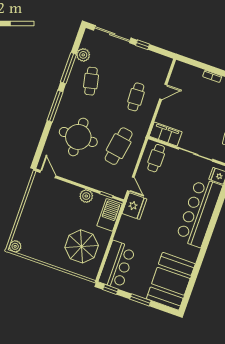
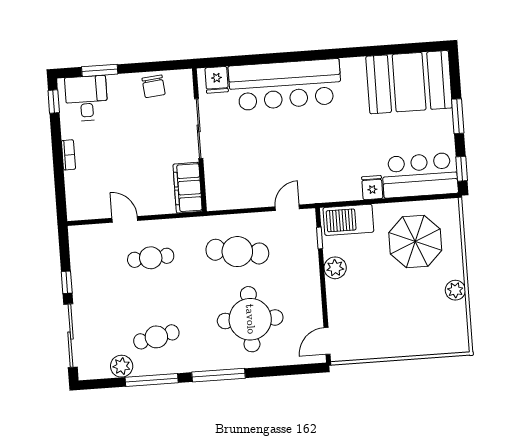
cafe table: (156, 158) -> (231, 186), removed
fridge: (134, 206) -> (372, 188), moved, width x0.53, depth x0.75
plant: (15, 246) -> (455, 290), moved

